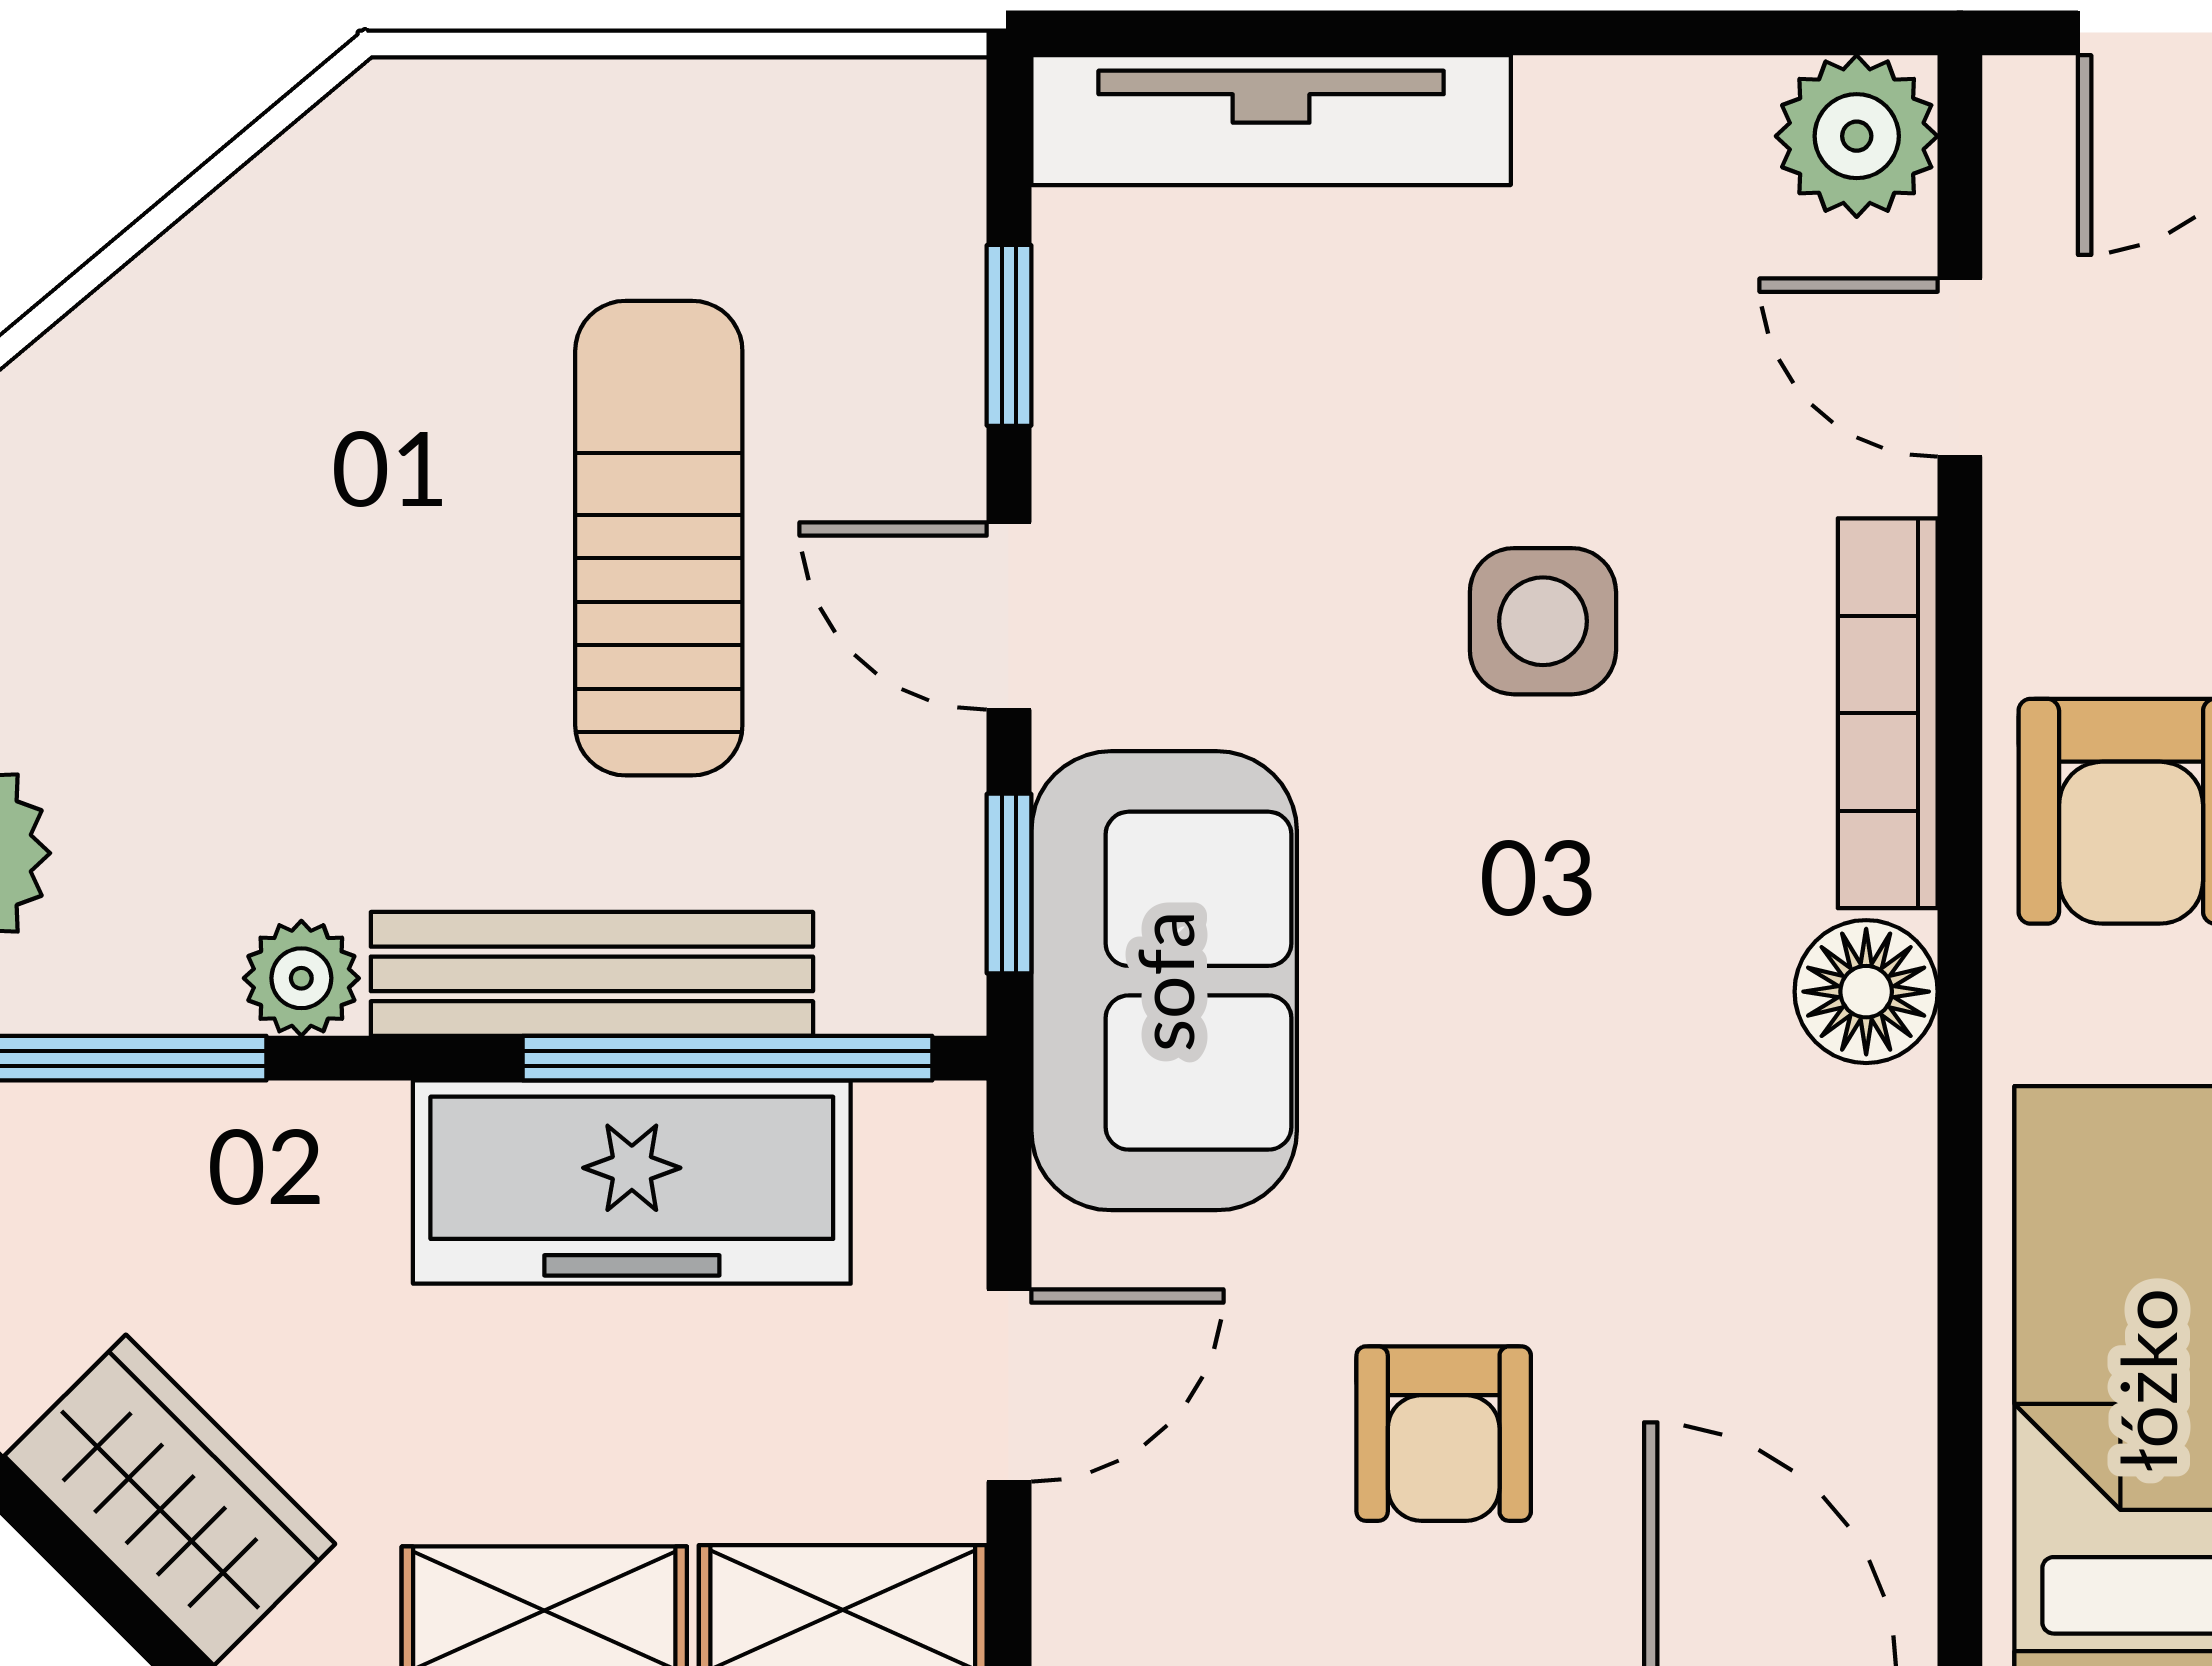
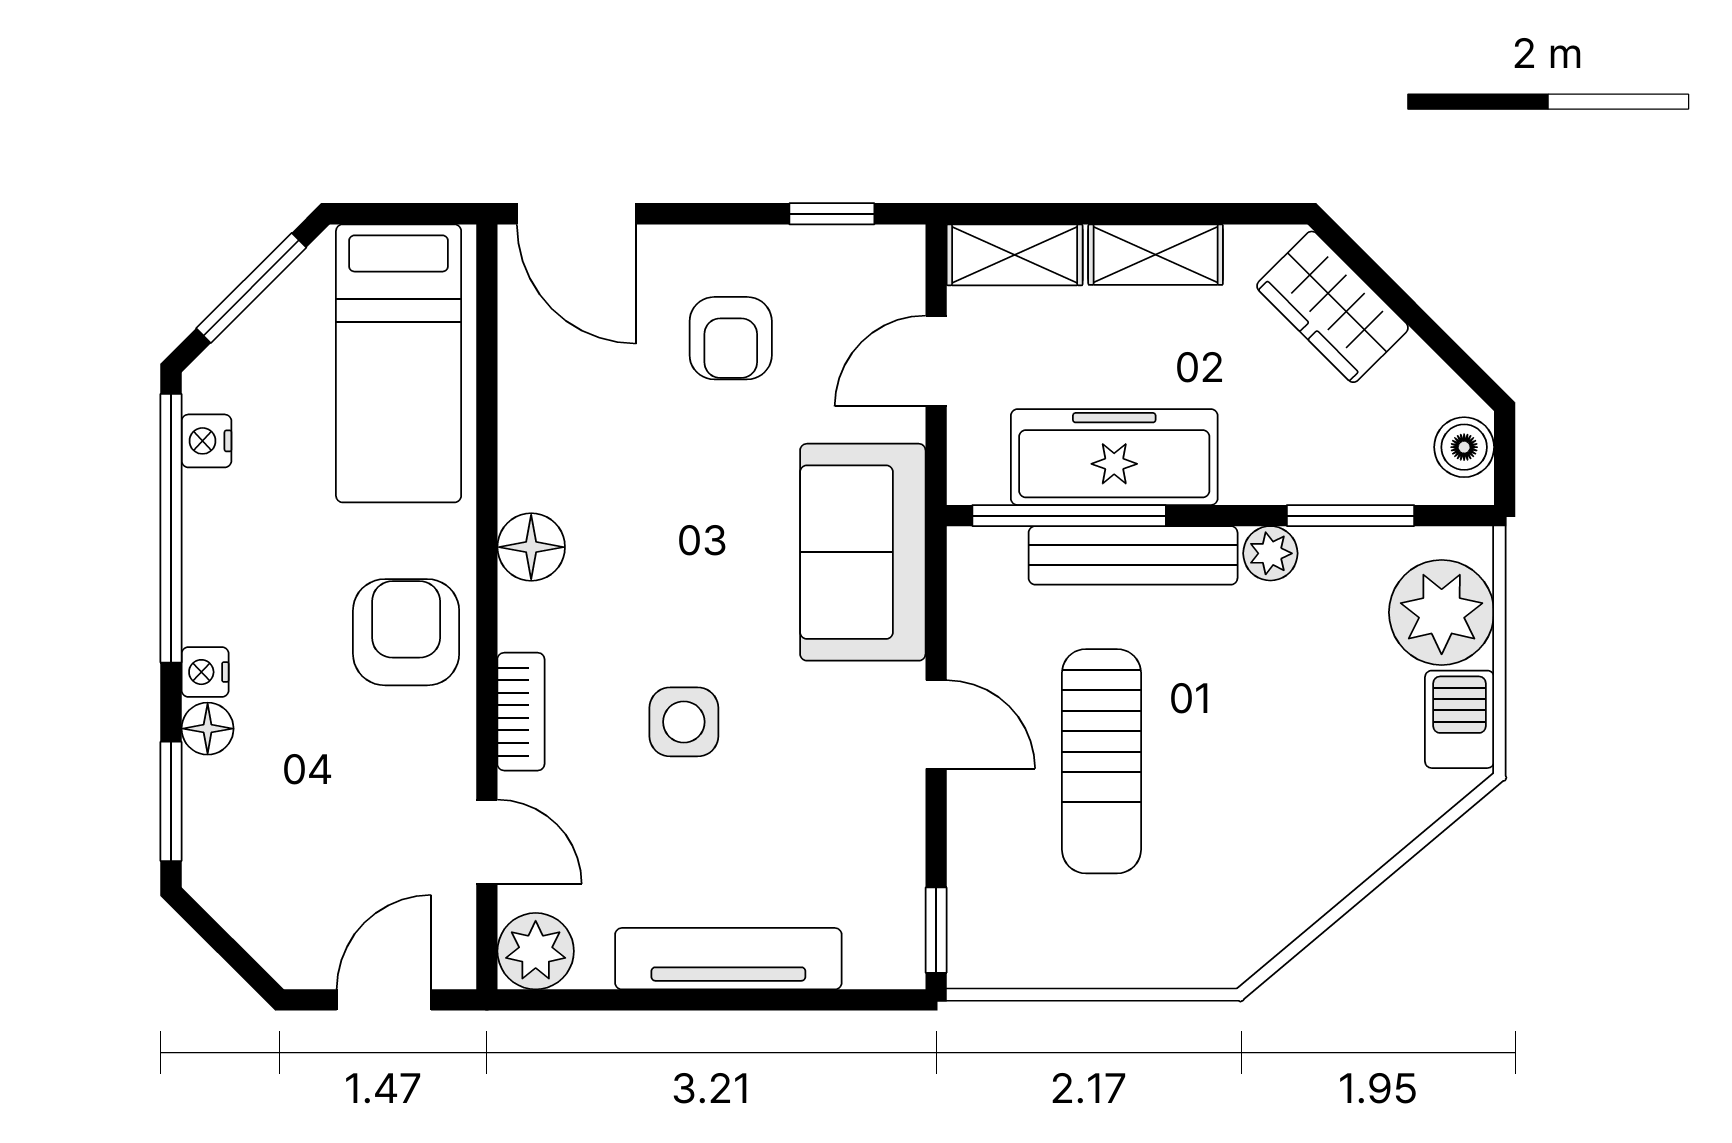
tv unit: (1271, 120) -> (728, 959), moved
window: (1009, 335) -> (936, 930), moved
bookcase: (1888, 713) -> (521, 712), width x0.64
window: (1009, 884) -> (936, 598), removed
armchair: (1444, 1434) -> (731, 338), turned 180

